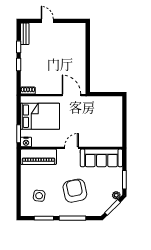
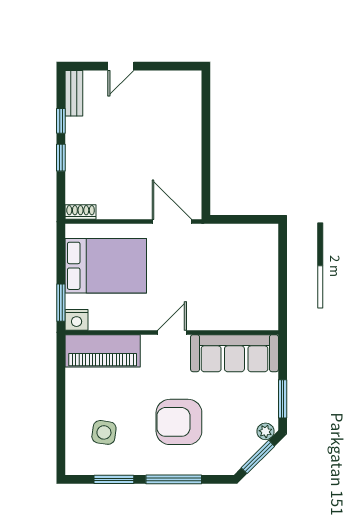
door: (47, 21) -> (121, 66), swing flipped
armchair: (75, 191) -> (179, 422), turned -78

